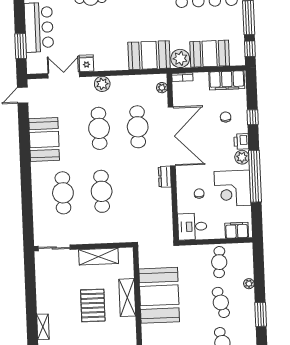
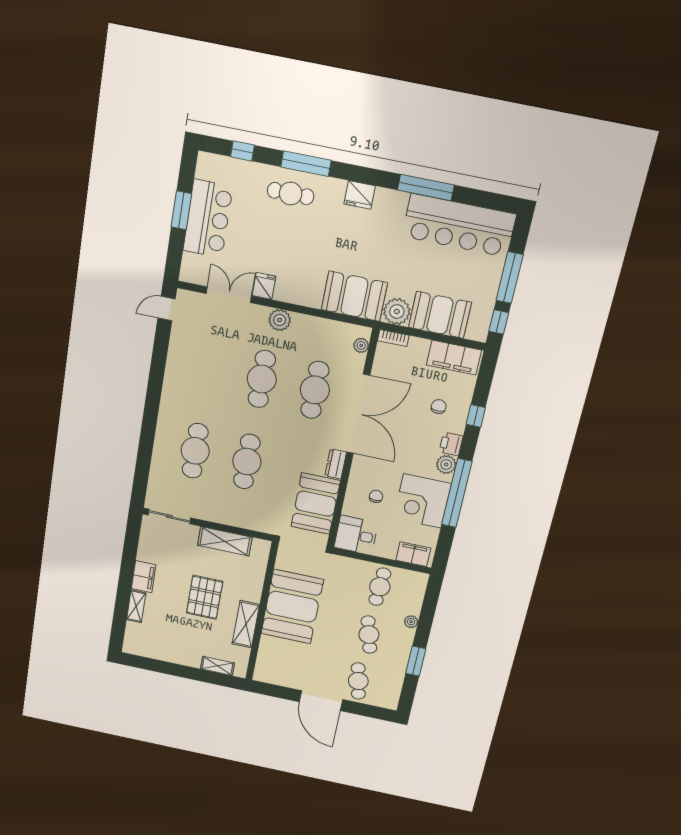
window: (21, 46) -> (181, 210), moved
booth: (44, 140) -> (316, 504), moved
shelving: (127, 298) -> (246, 624), moved
filing cabinet: (44, 301) -> (144, 577), added

